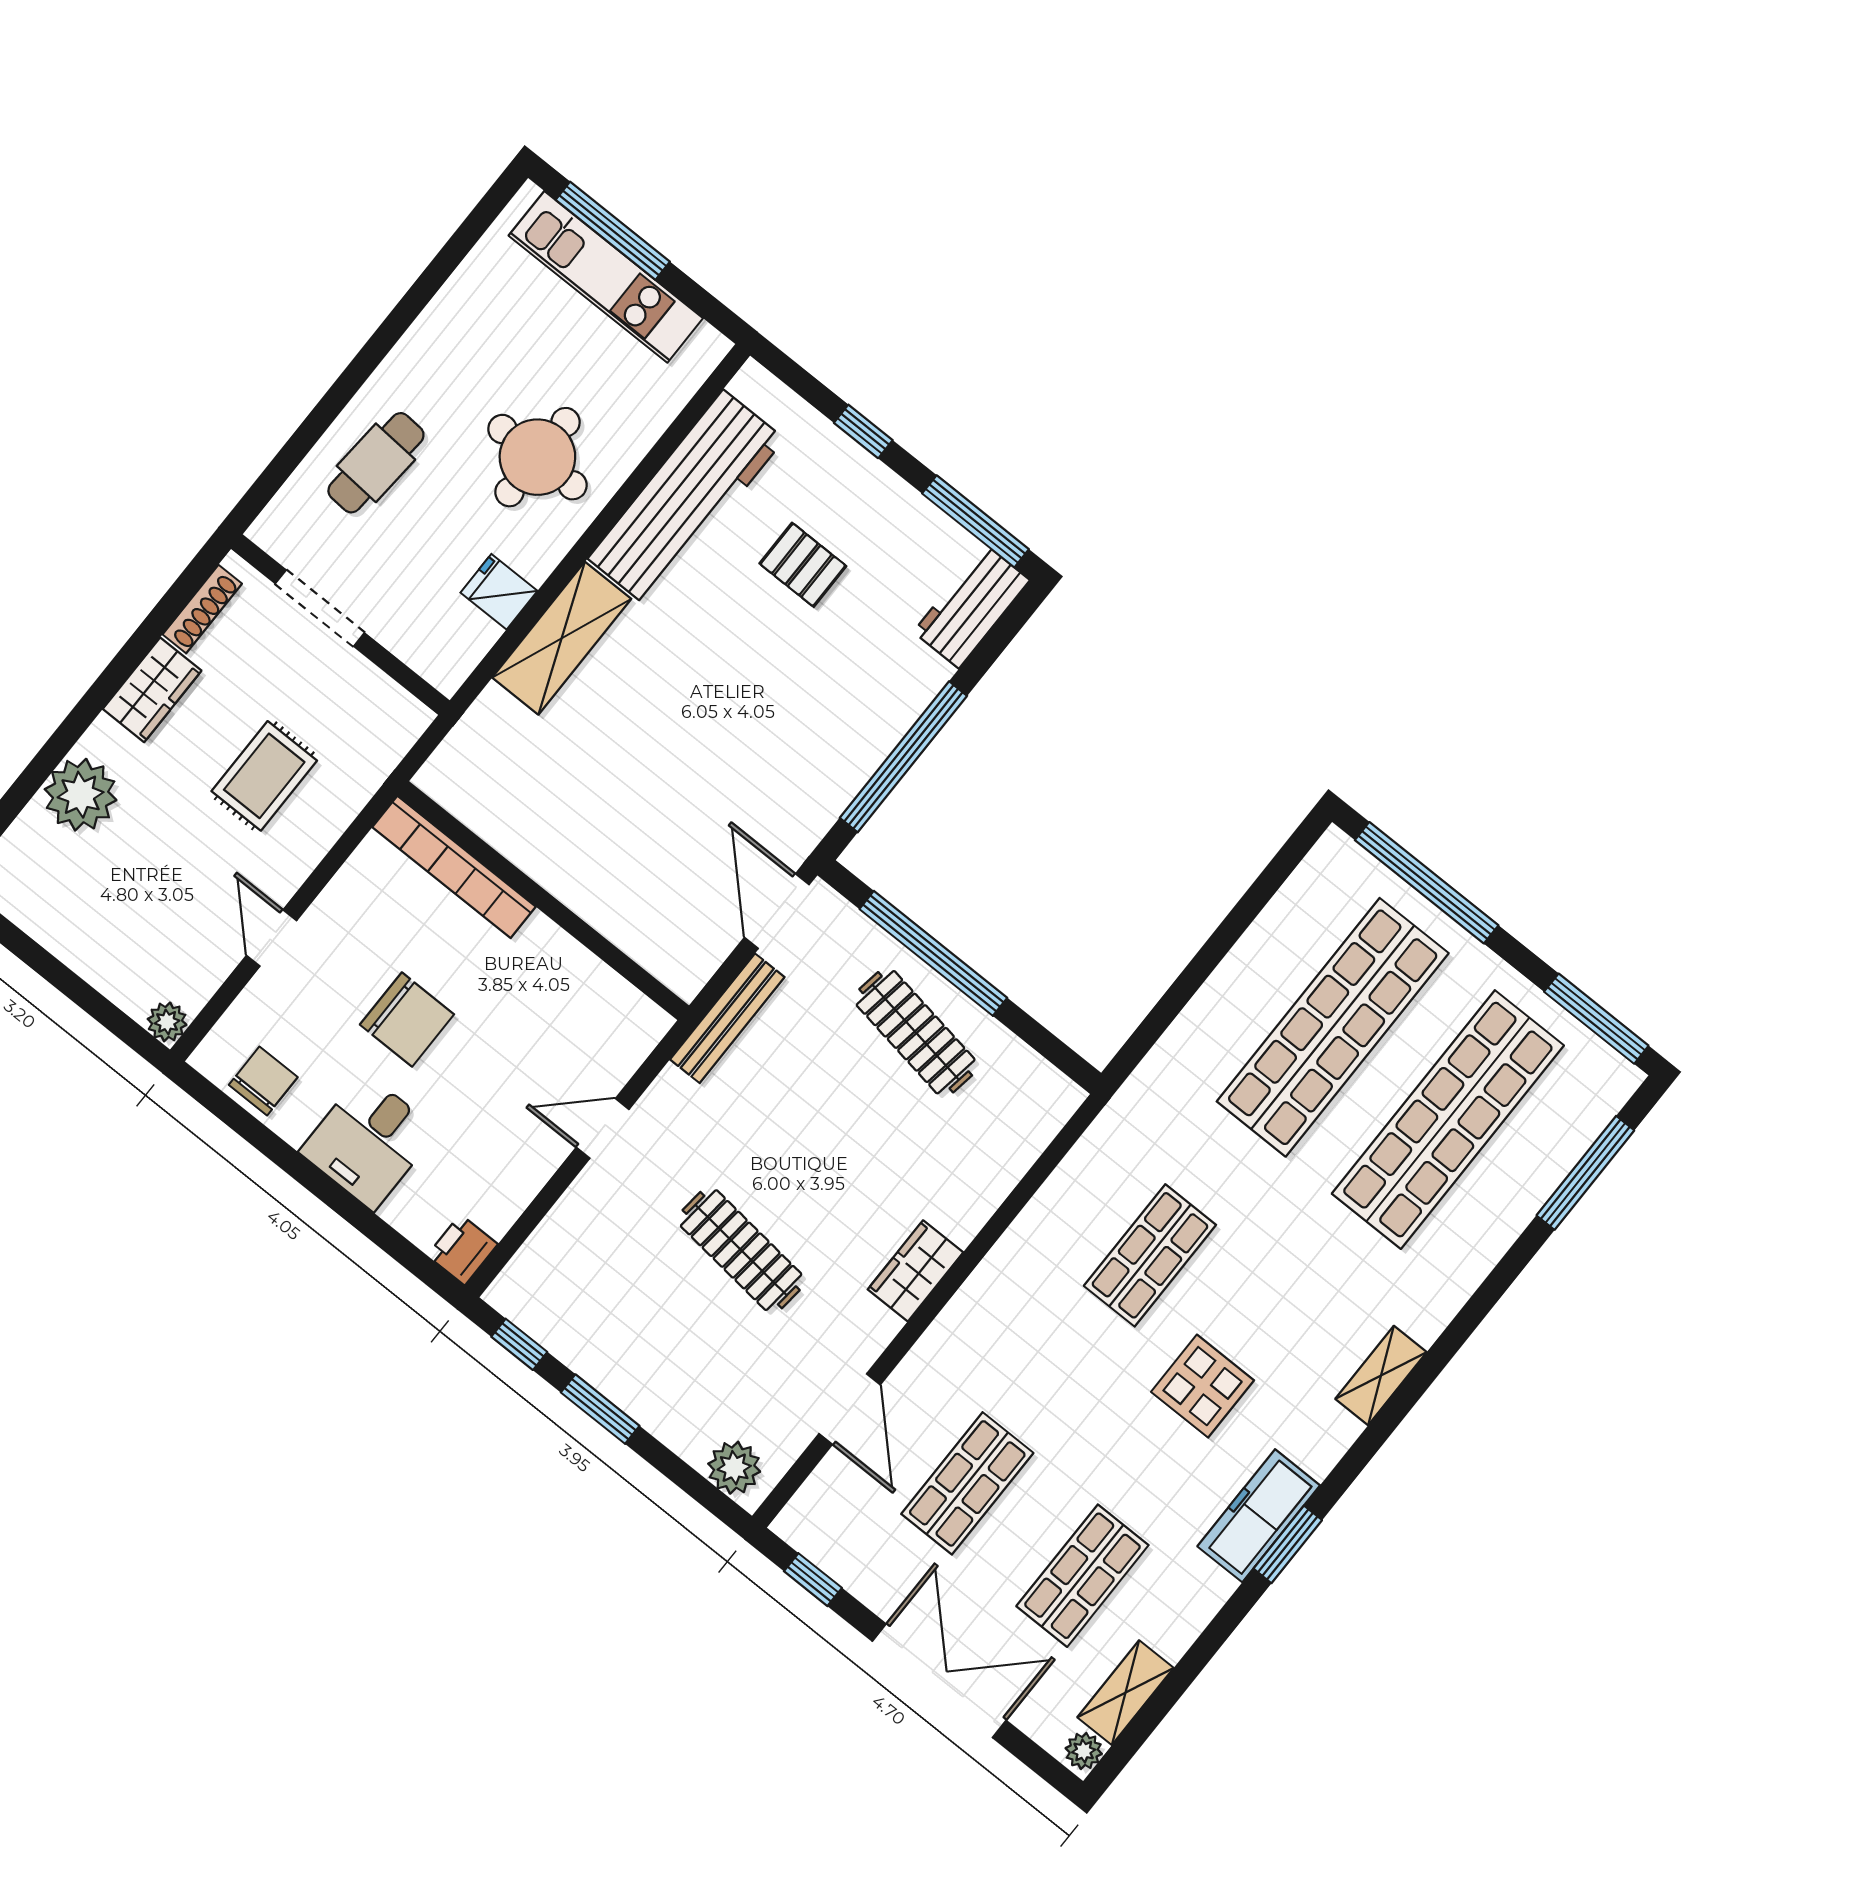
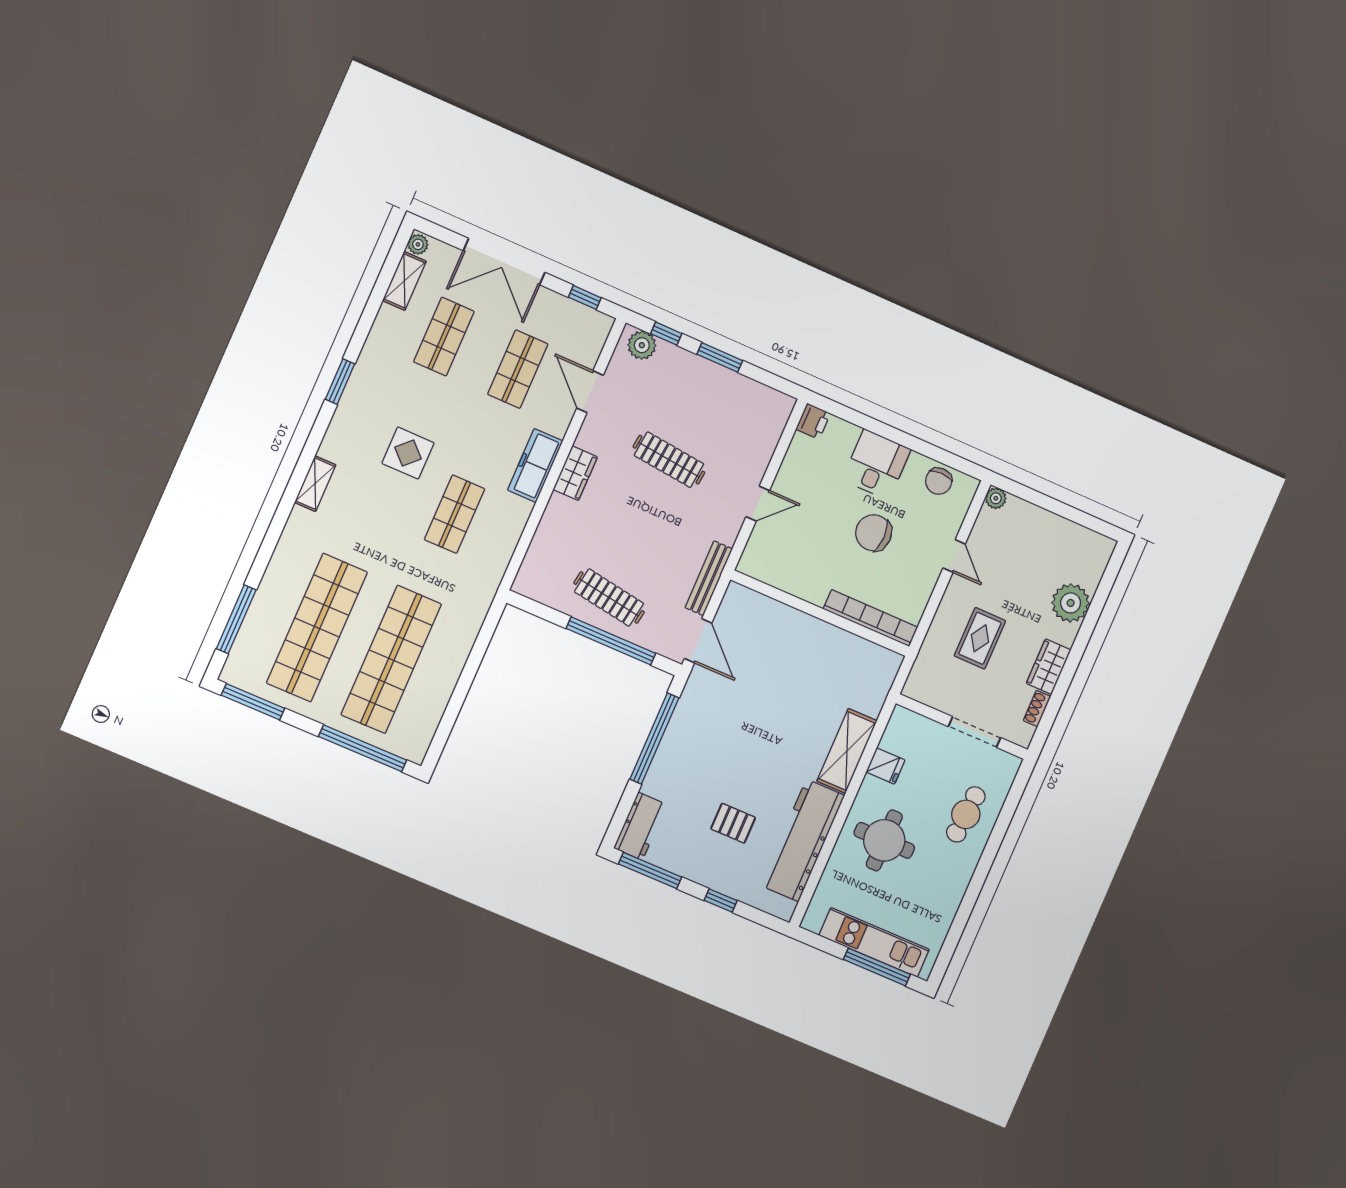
shoe rack: (202, 609) -> (1037, 708), width x0.70
window: (519, 1344) -> (666, 334), moved
freezer: (1259, 1516) -> (535, 465), moved, turned 180

